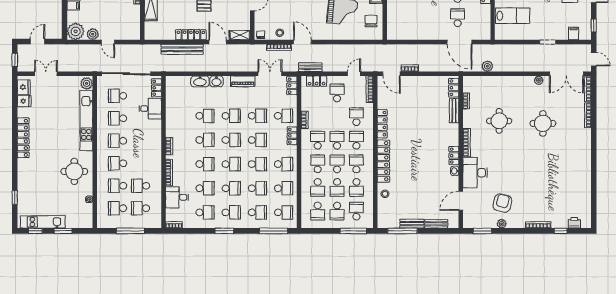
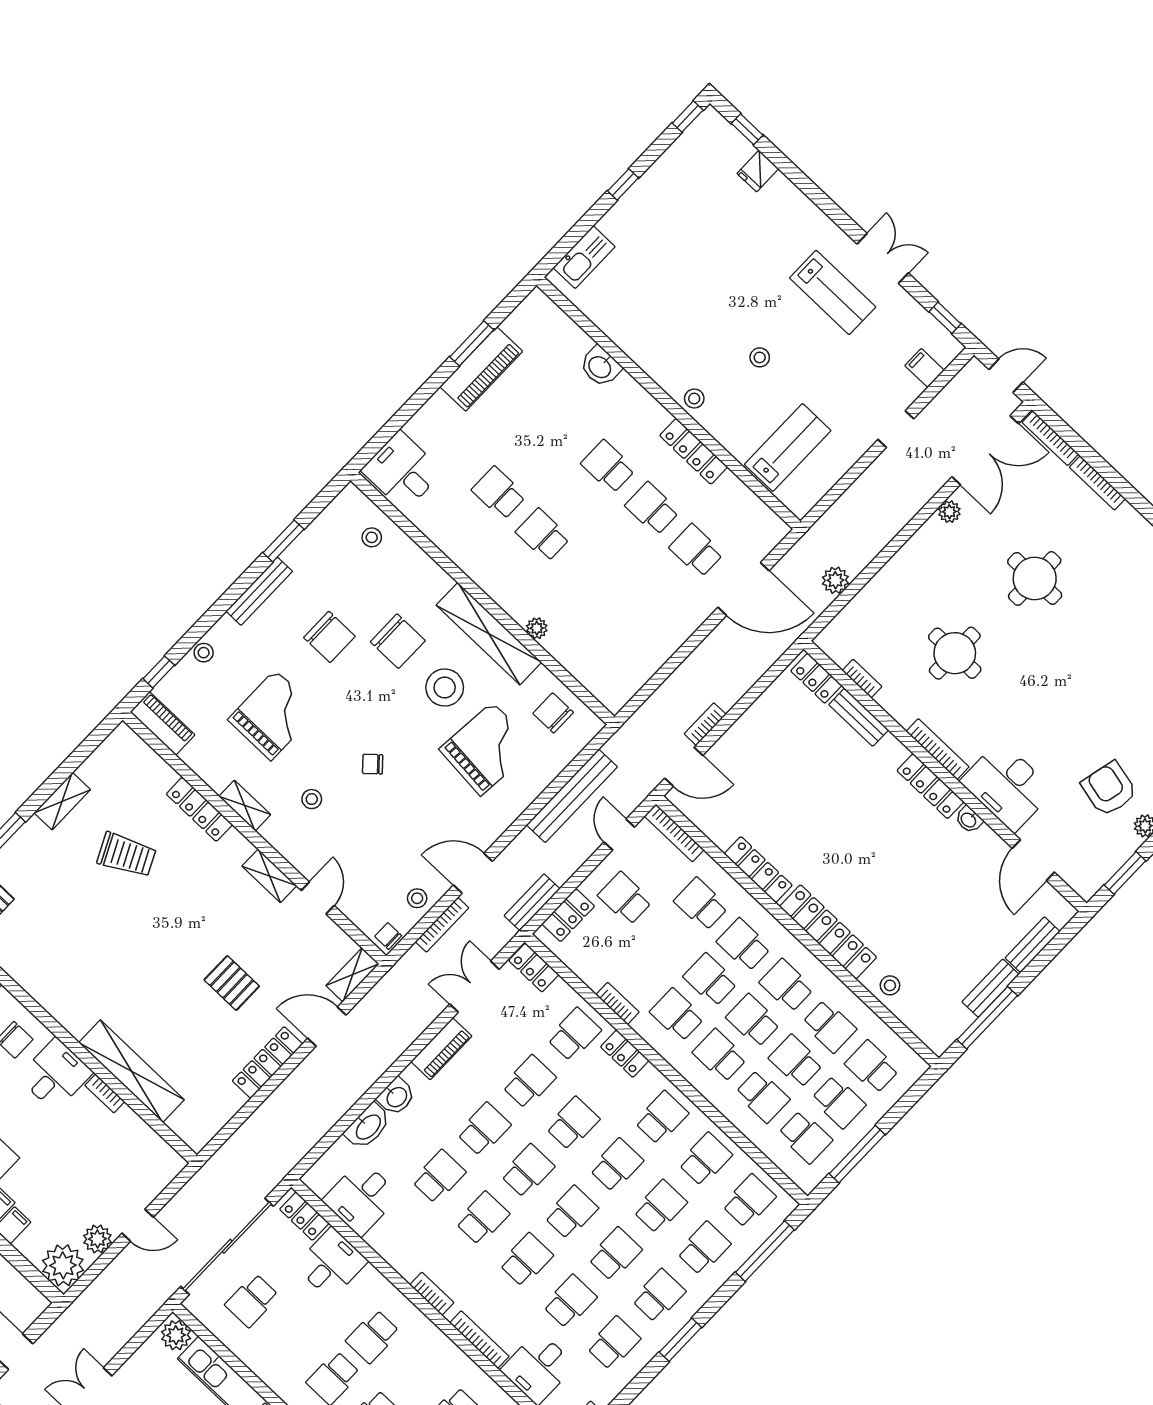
bench: (182, 49) -> (572, 796), moved
desk: (177, 99) -> (361, 1198), added
school desk: (118, 118) -> (373, 1336), moved
locker: (454, 156) -> (930, 786), width x1.53
school desk: (337, 187) -> (796, 1061), turned 180
window: (353, 231) -> (857, 1154), moved

